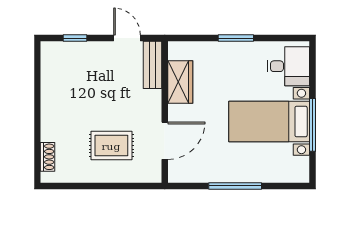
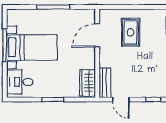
wardrobe: (180, 82) -> (88, 83), moved
rug: (111, 146) -> (131, 32), turned 90

